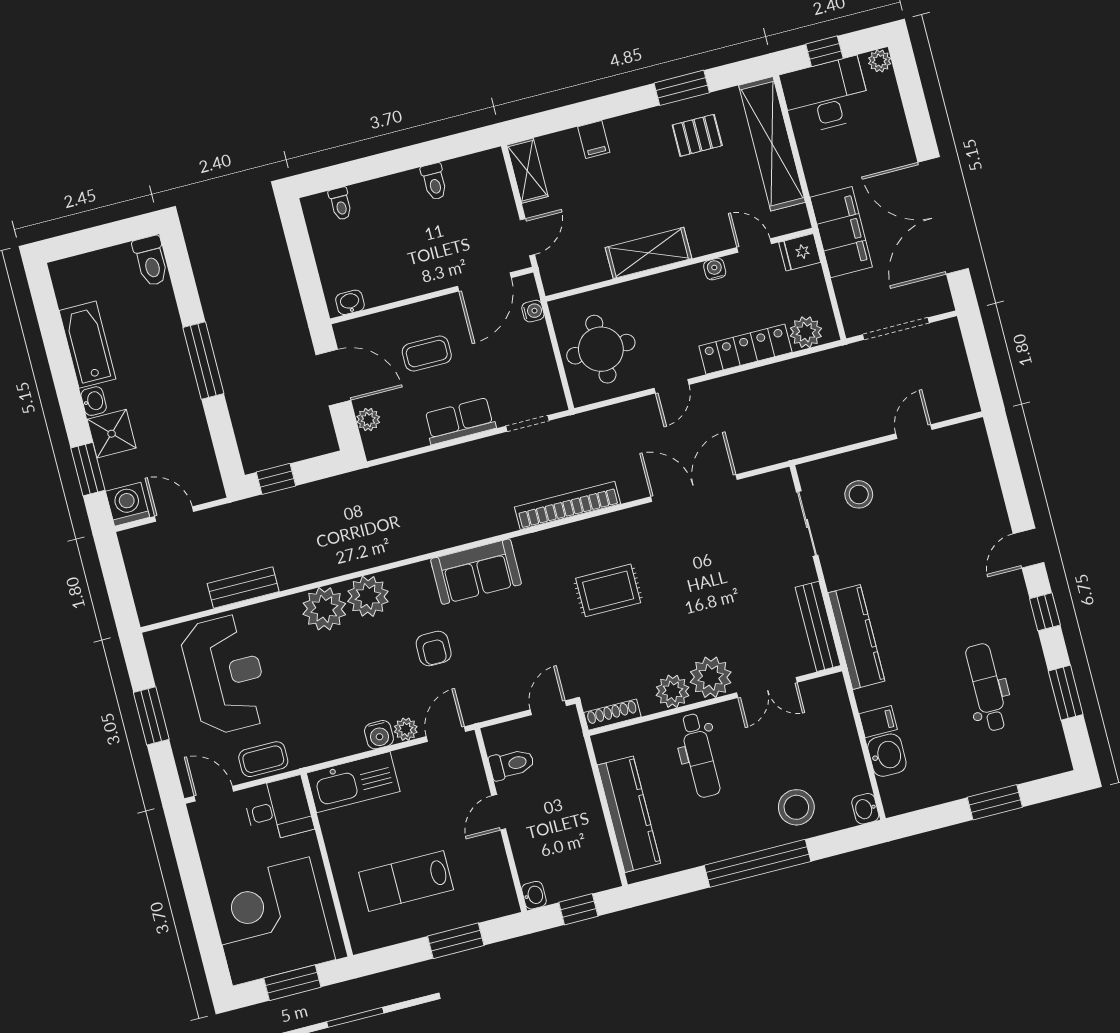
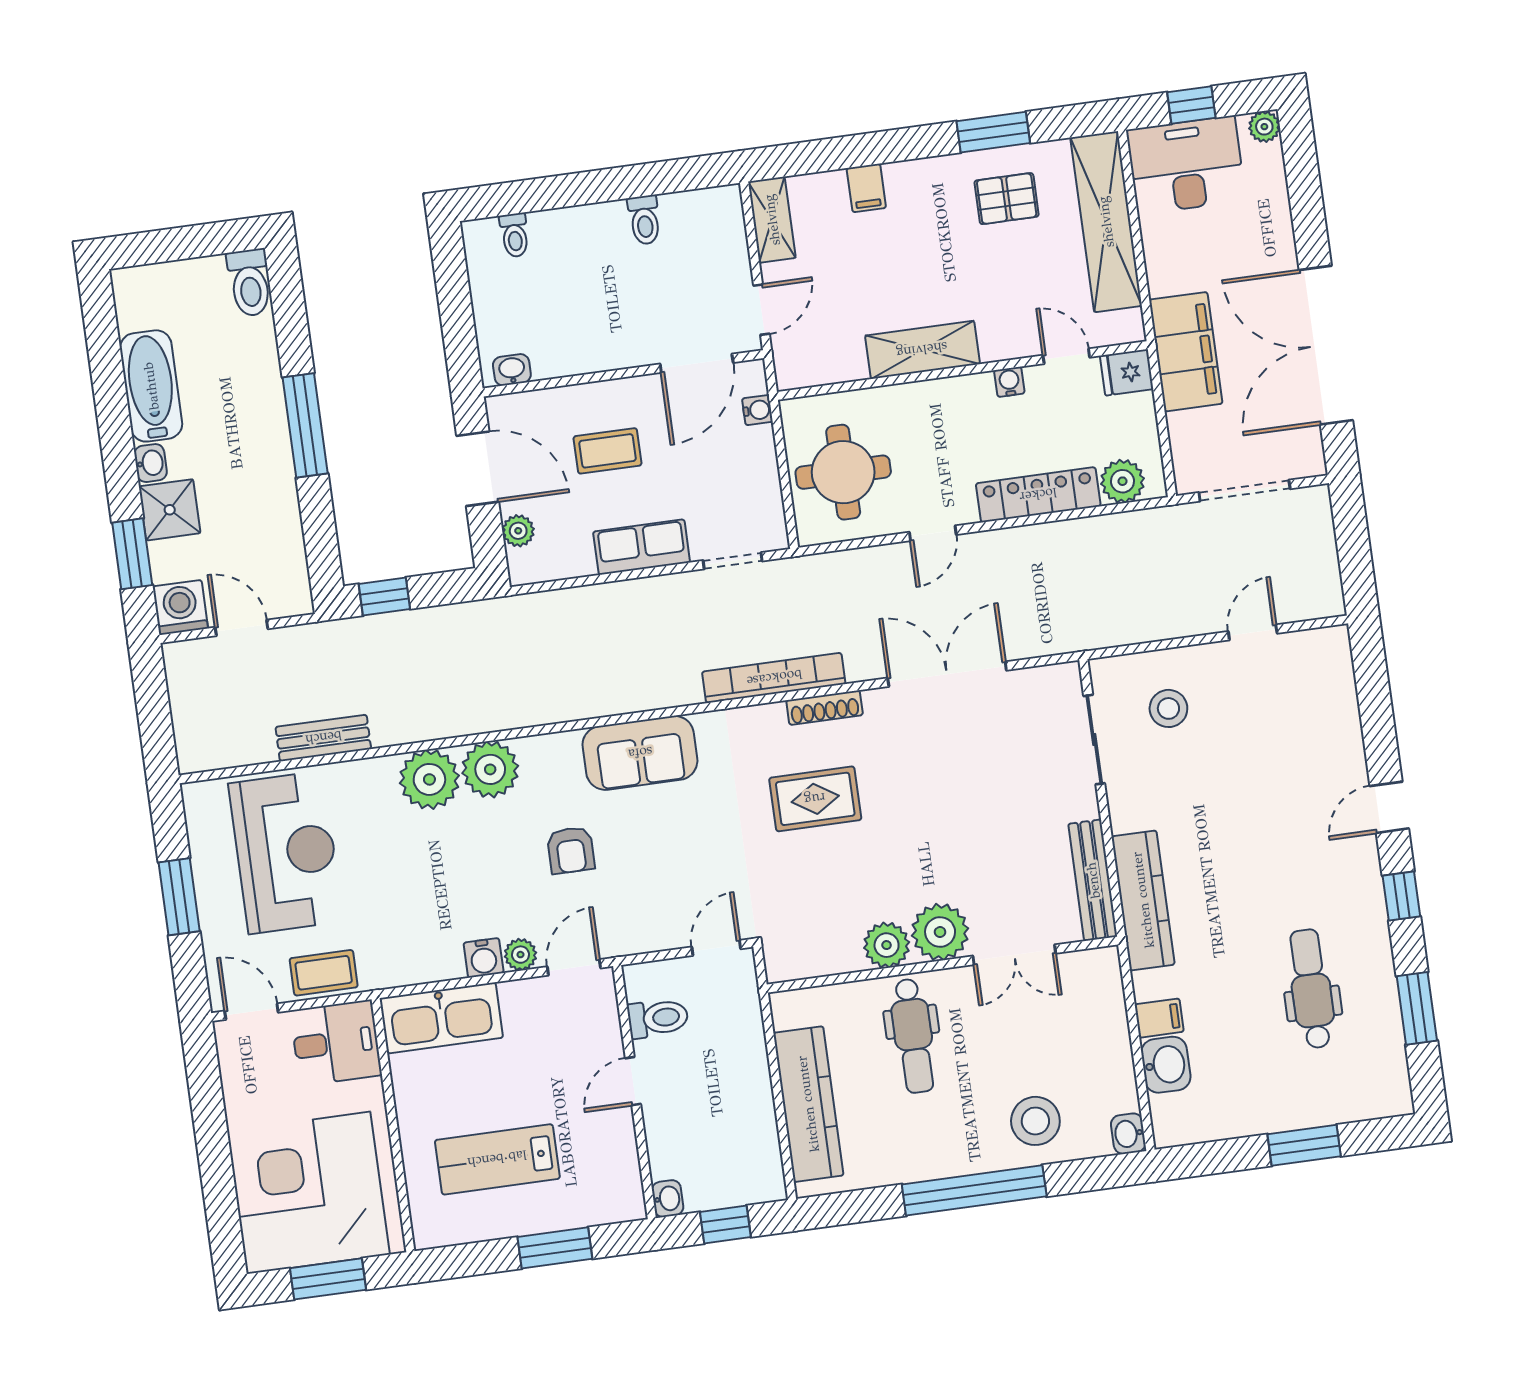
shoe rack: (612, 715) -> (825, 708), moved, turned 180

